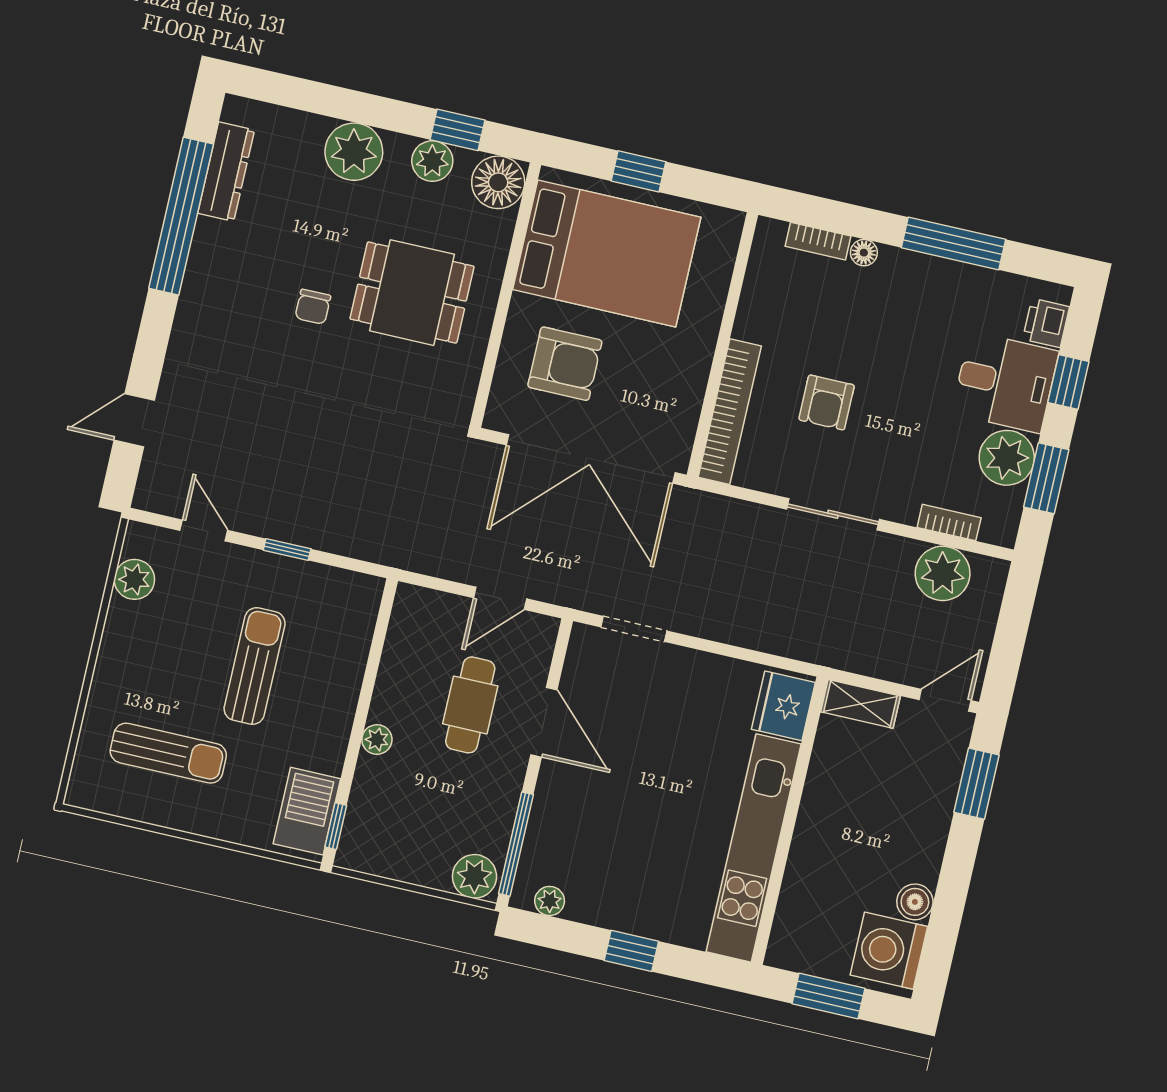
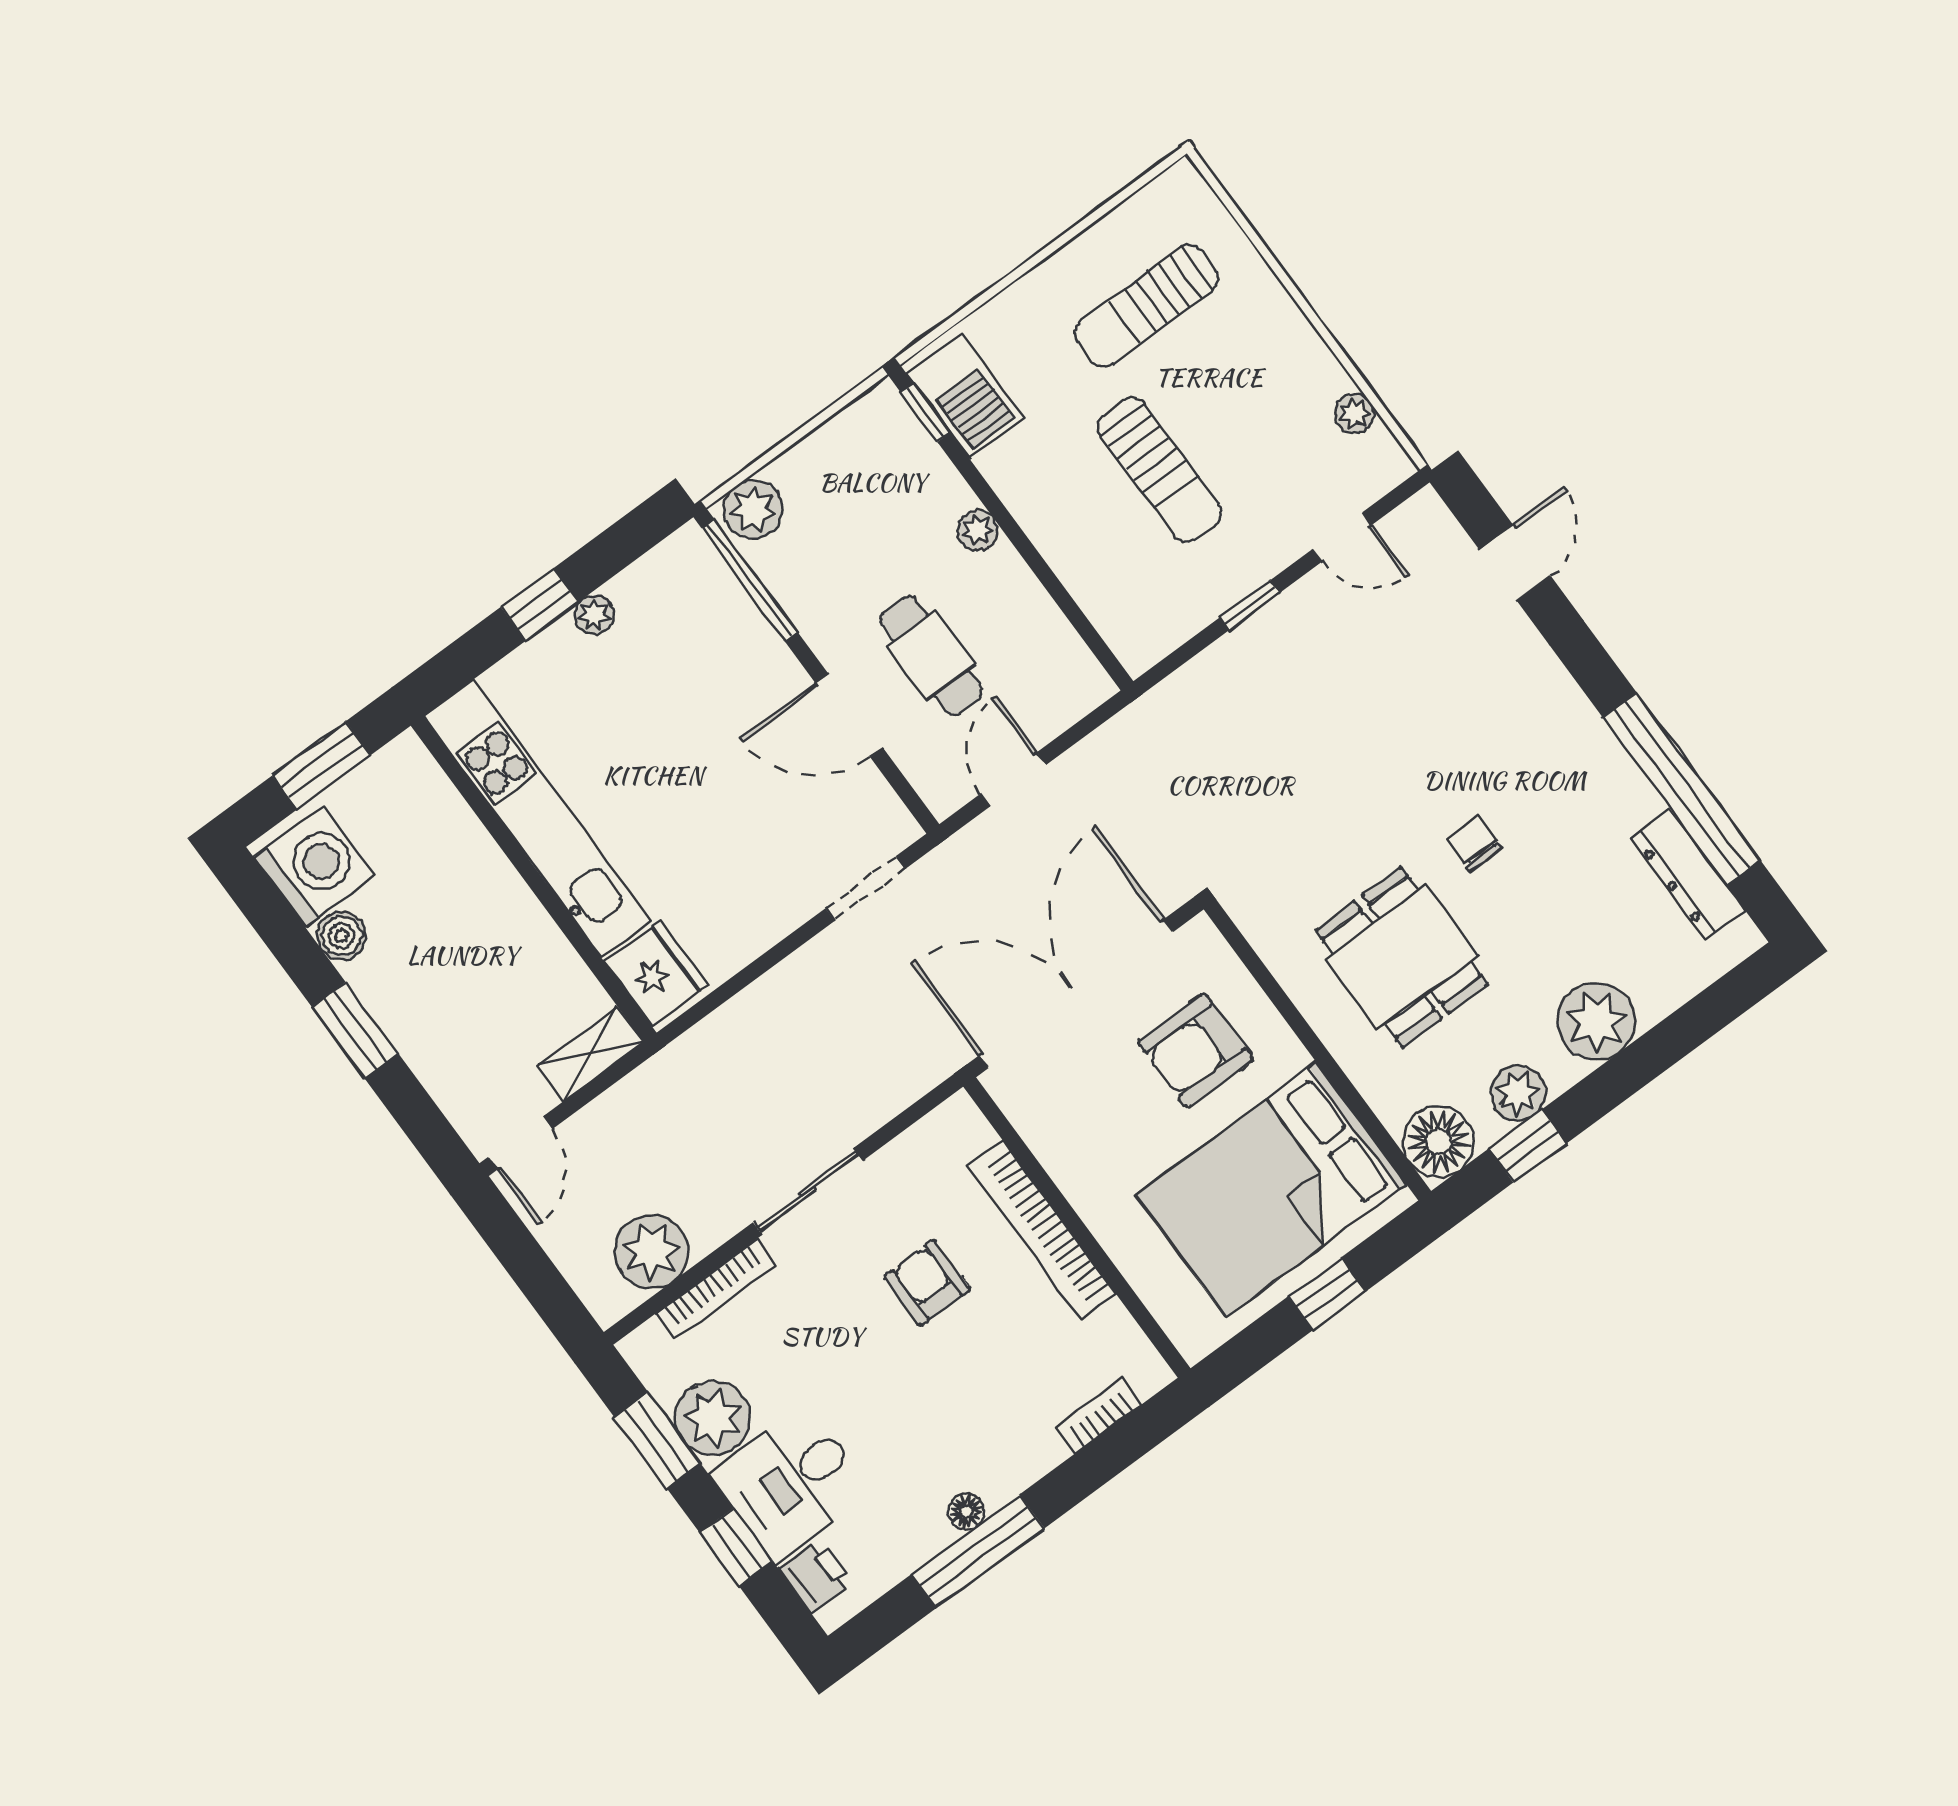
floor lamp: (864, 253) -> (966, 1511), moved
dining table: (412, 293) -> (1402, 957), turned 90
bookcase: (730, 412) -> (1042, 1230), moved
bookcase: (949, 523) -> (716, 1289), width x1.56
plant: (134, 579) -> (1354, 413), width x0.73, depth x0.73
window: (976, 784) -> (355, 1030), moved
plant: (550, 901) -> (594, 615), moved

